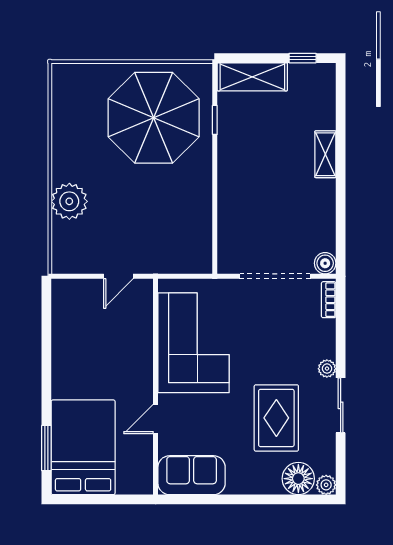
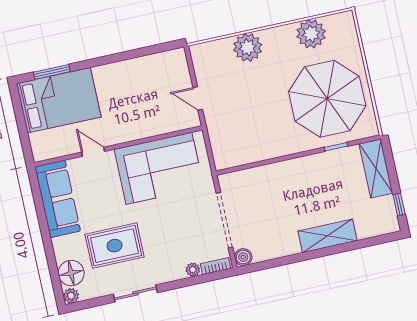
plant: (70, 120) -> (311, 34), added
shelving: (325, 154) -> (328, 236), width x1.50, depth x1.33
plant: (327, 369) -> (193, 270), moved
sofa: (192, 475) -> (58, 199), width x1.36

